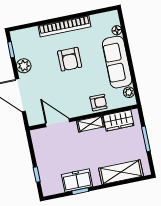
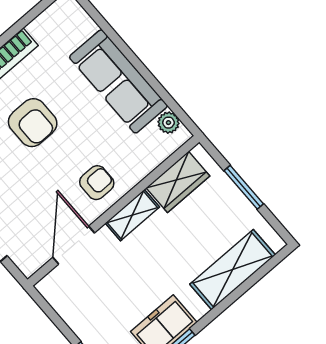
floor lamp: (117, 30) -> (87, 26), removed
armchair: (98, 103) -> (97, 183), moved
door: (58, 123) -> (74, 245), hinge flipped

